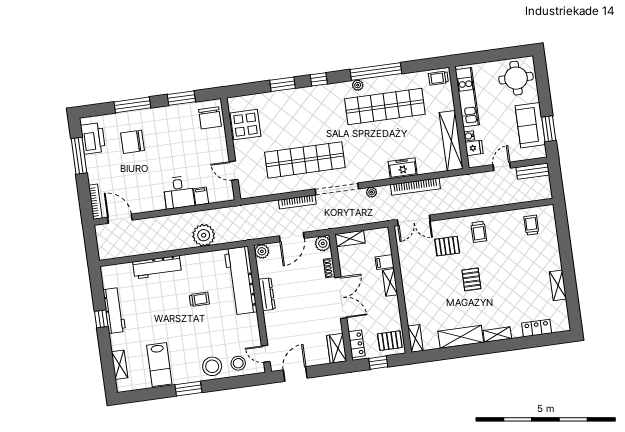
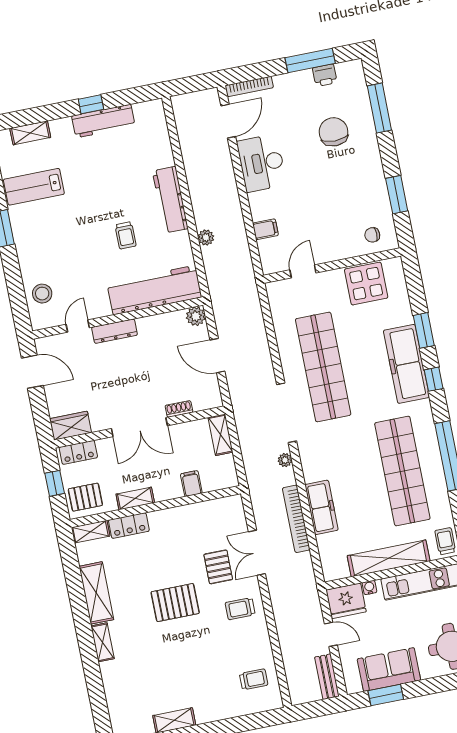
plant: (358, 85) -> (429, 432), removed
freezer: (306, 99) -> (406, 364), added
window: (132, 105) -> (379, 108), moved
chair: (210, 118) -> (372, 235), width x0.54, depth x0.54
printer: (93, 138) -> (325, 75), width x0.53, depth x0.68
shelving: (451, 141) -> (389, 558), moved
fridge: (474, 148) -> (346, 601), width x1.88, depth x1.34
freezer: (403, 168) -> (321, 507), width x1.40
desk: (179, 192) -> (262, 163), moved, width x1.37
bookcase: (297, 202) -> (266, 360), removed
double door: (414, 220) -> (257, 553), moved
plant: (204, 235) -> (206, 237), width x0.53, depth x0.53
plant: (323, 243) -> (211, 398), removed
workbench: (157, 267) -> (170, 200), moved
pallet: (471, 279) -> (175, 603), width x1.50, depth x1.42
shelving: (390, 282) -> (135, 498), moved
dresser: (267, 294) -> (114, 331), moved
locker: (537, 328) -> (129, 526), moved, turned 90
pallet: (390, 341) -> (85, 497), turned 90
door: (266, 354) -> (78, 326), moved
stool: (212, 366) -> (36, 258), removed

